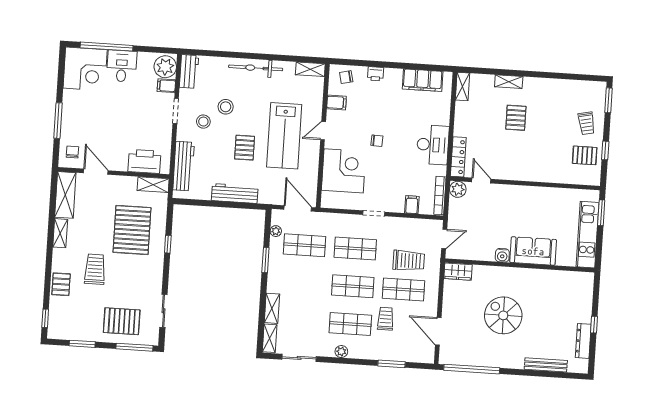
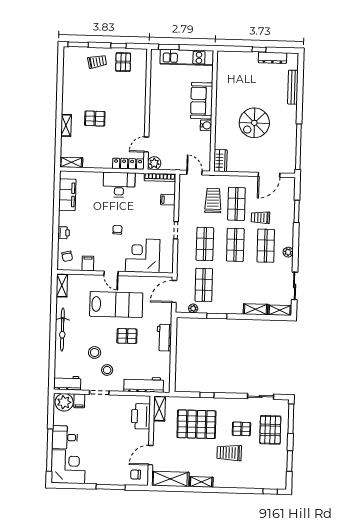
workbench: (235, 193) -> (164, 338), width x0.73
pallet: (61, 284) -> (241, 429), moved

